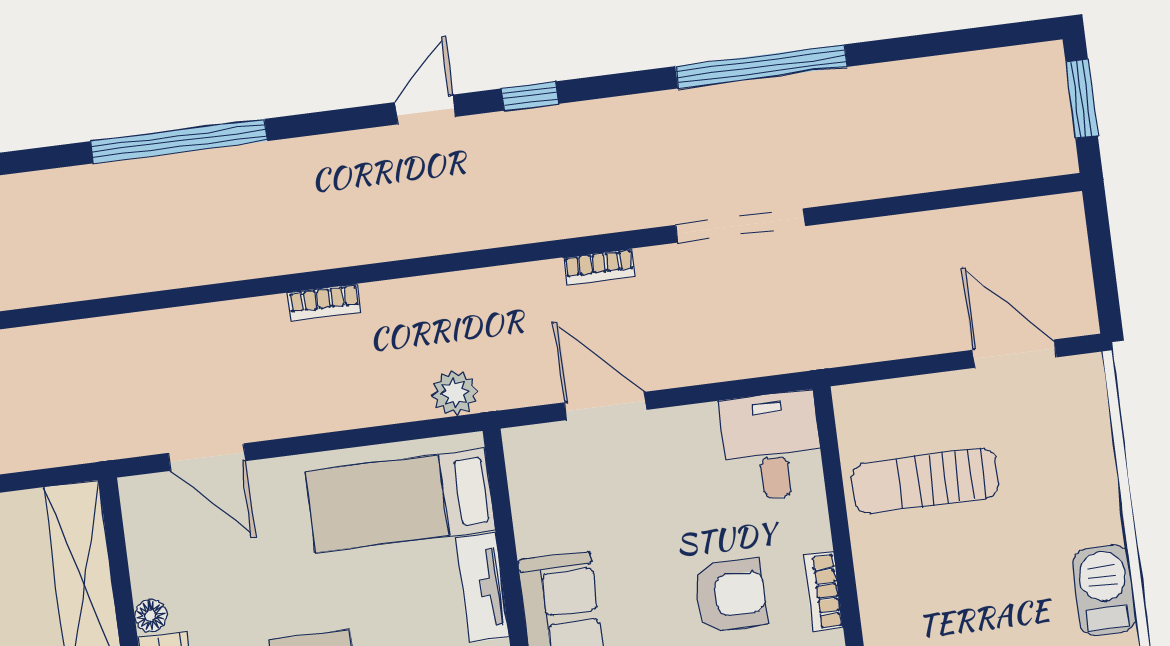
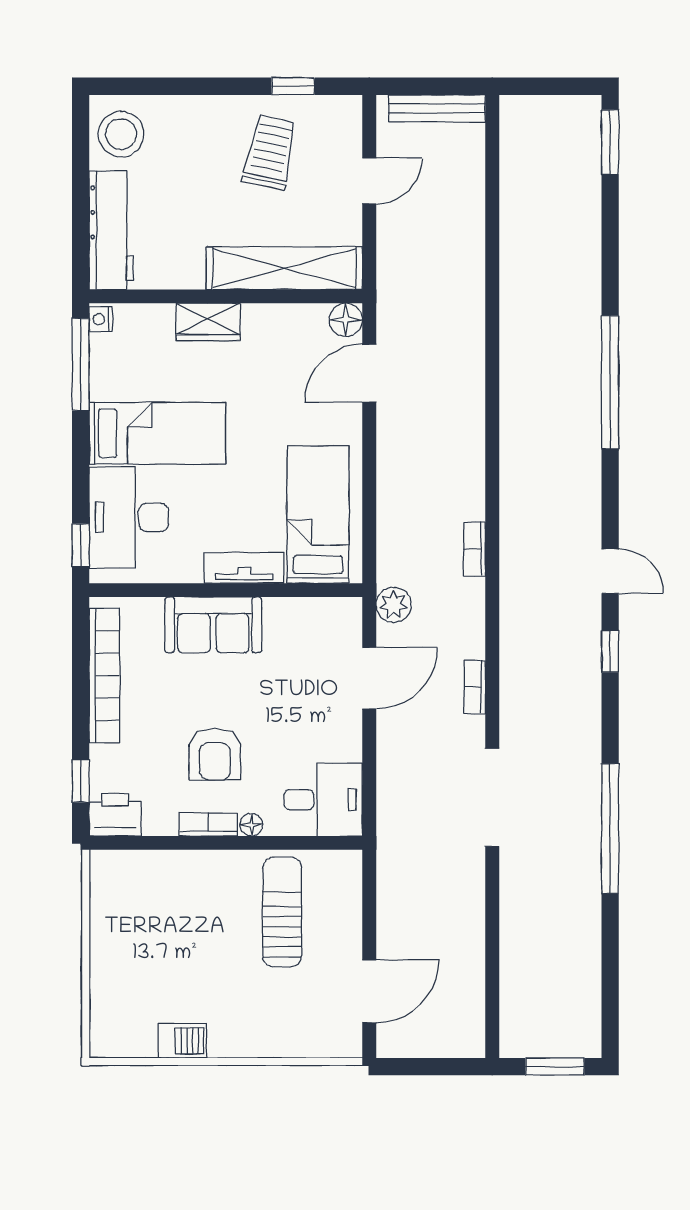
bookcase: (324, 302) -> (475, 549), moved
plant: (455, 393) -> (394, 605), moved
floor lamp: (816, 535) -> (251, 825), added
barbecue: (1104, 590) -> (182, 1041), width x0.73, depth x0.79
floor lamp: (151, 616) -> (346, 320), moved, width x1.37, depth x1.37

